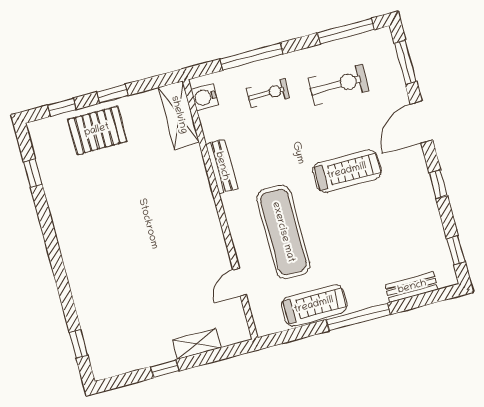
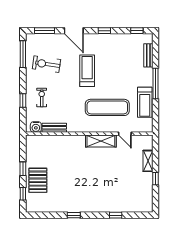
window: (252, 56) -> (23, 100), width x0.46
exercise bike: (338, 85) -> (46, 64), turned -82
shelving: (179, 115) -> (101, 141), moved
bench: (222, 166) -> (54, 128), moved
window: (33, 173) -> (74, 215), moved
treadmill: (314, 305) -> (145, 102), turned 180
window: (79, 344) -> (116, 215), moved

